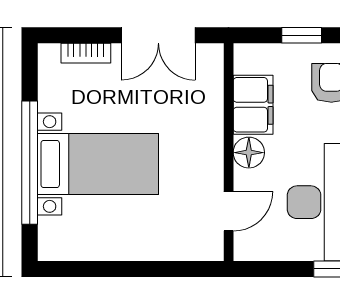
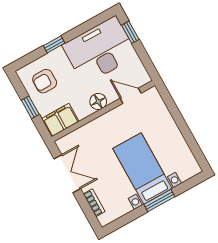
filing cabinet: (253, 105) -> (60, 120), moved
window: (30, 163) -> (159, 200), width x0.47

